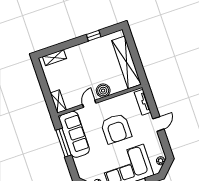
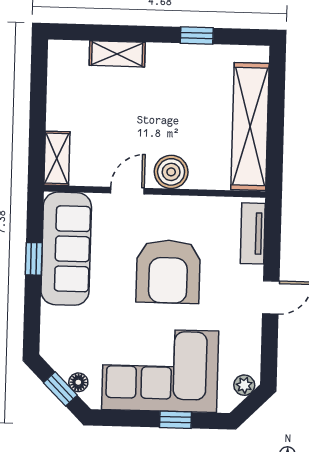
shelving: (55, 58) -> (117, 54), moved
window: (64, 143) -> (34, 259), width x0.46

